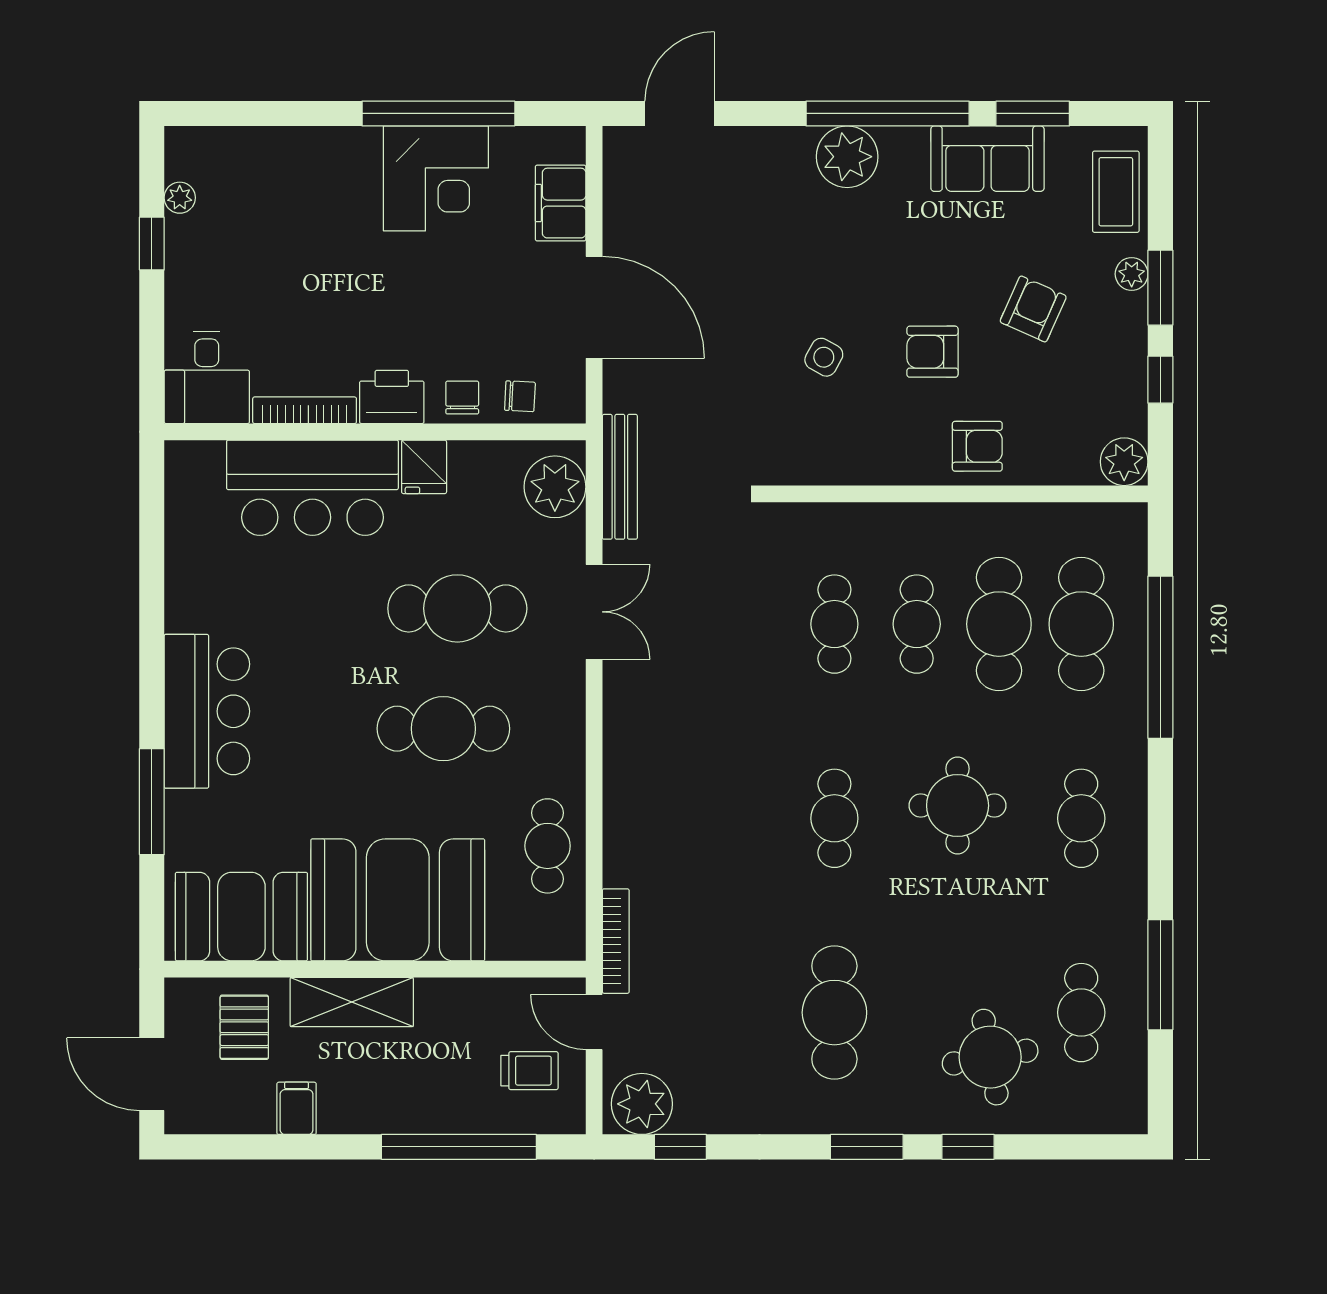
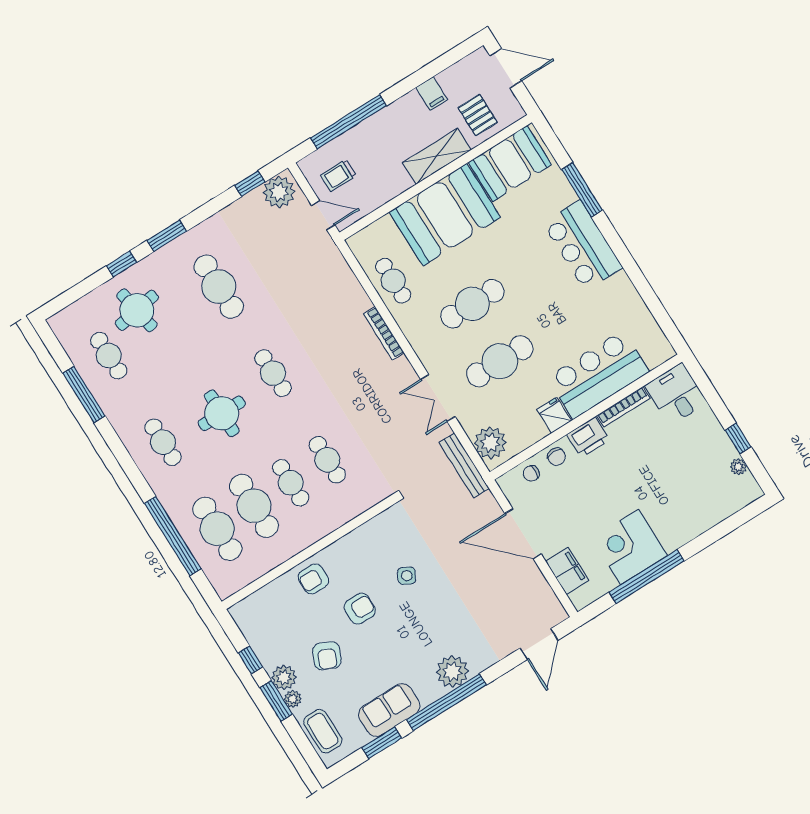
plant: (1124, 462) -> (284, 677), moved
bookcase: (616, 941) -> (384, 333), moved

